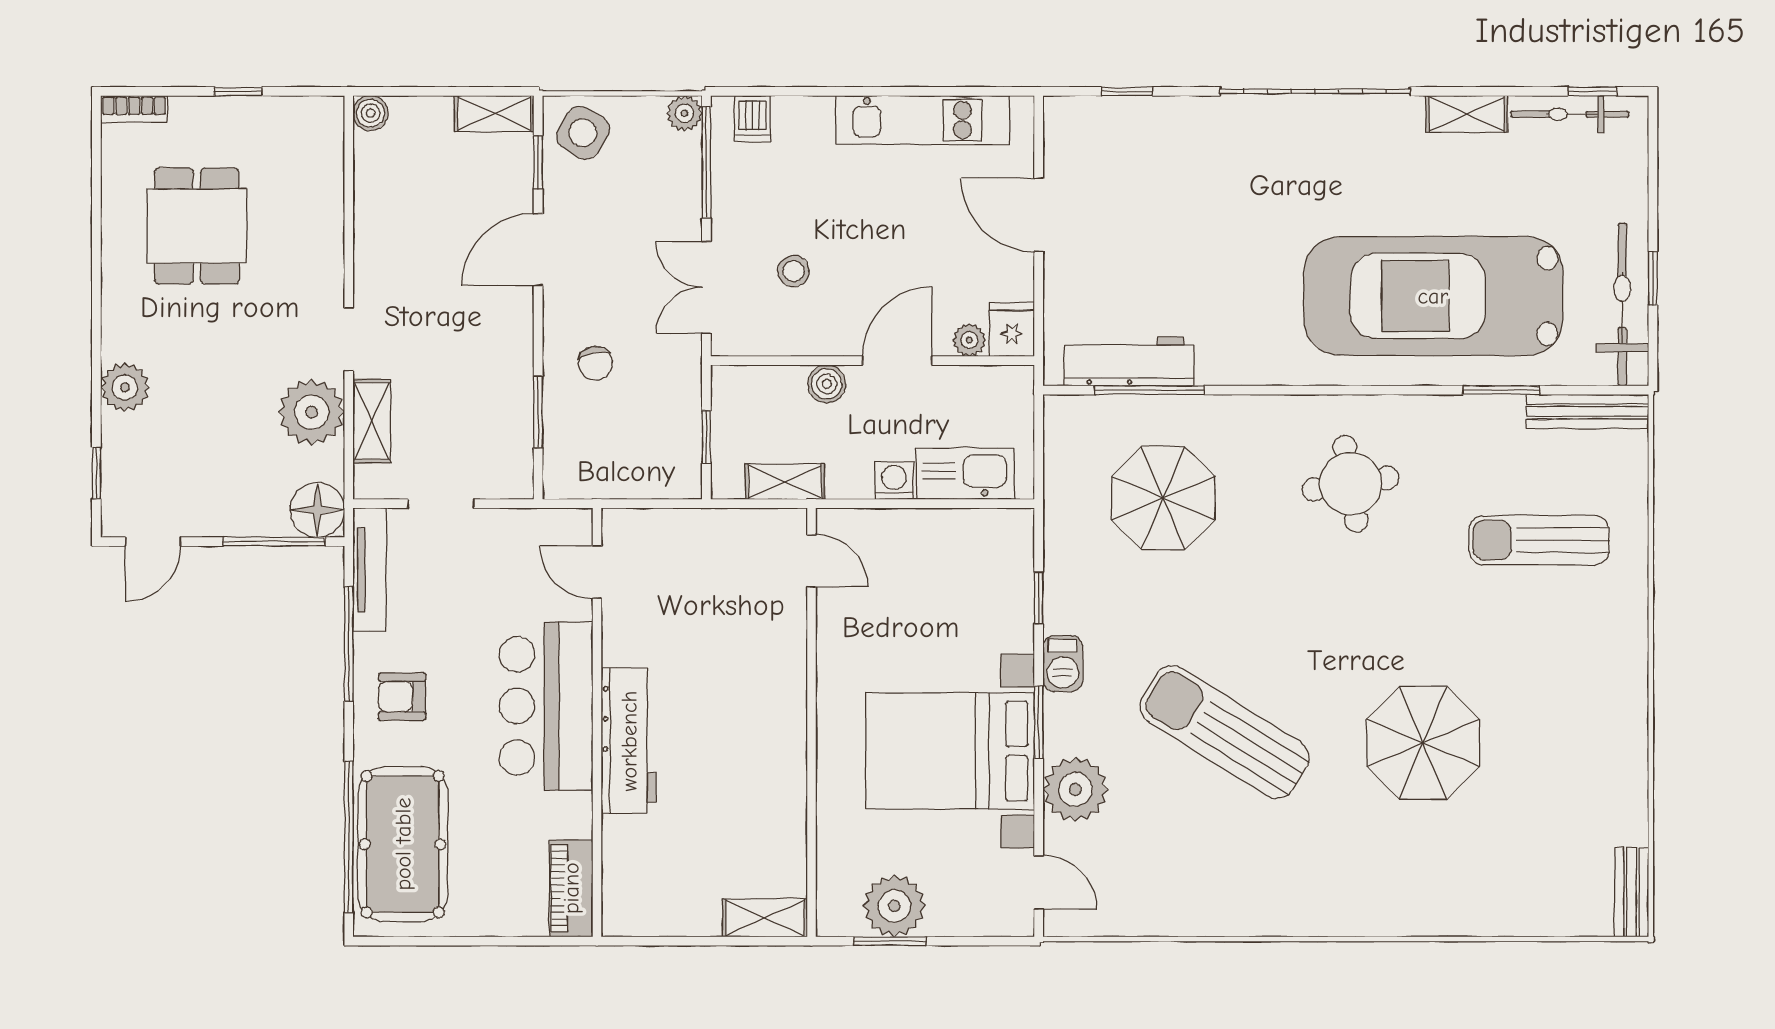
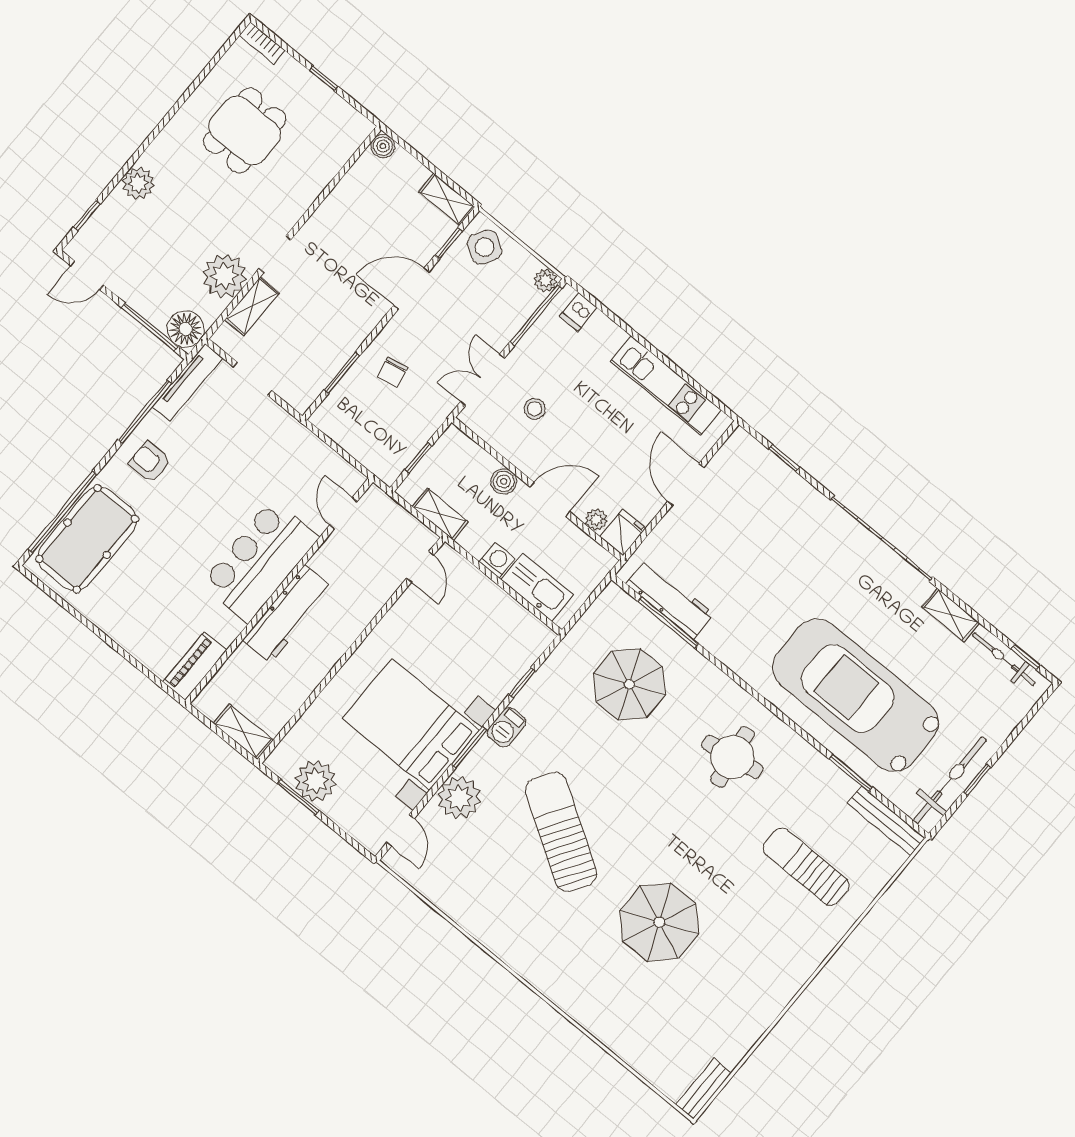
door: (597, 572) -> (343, 513), moved
bar counter: (546, 706) -> (260, 561), moved
wall: (597, 722) -> (279, 591), moved
workbench: (629, 741) -> (288, 614), moved
piano: (571, 888) -> (195, 666), moved

